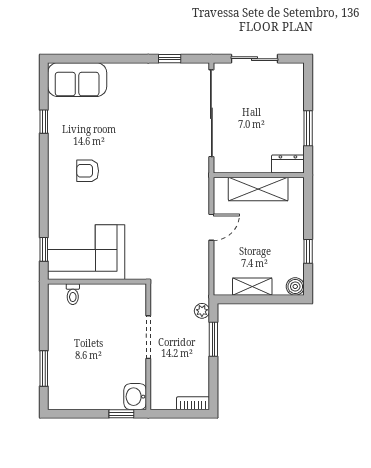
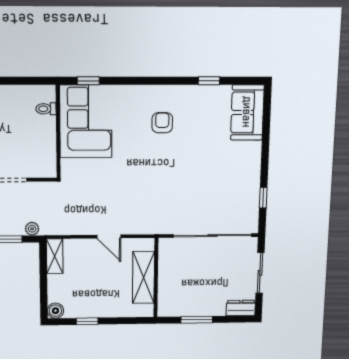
dresser: (288, 164) -> (241, 308), moved, turned -90
shelving: (252, 287) -> (55, 256), moved

